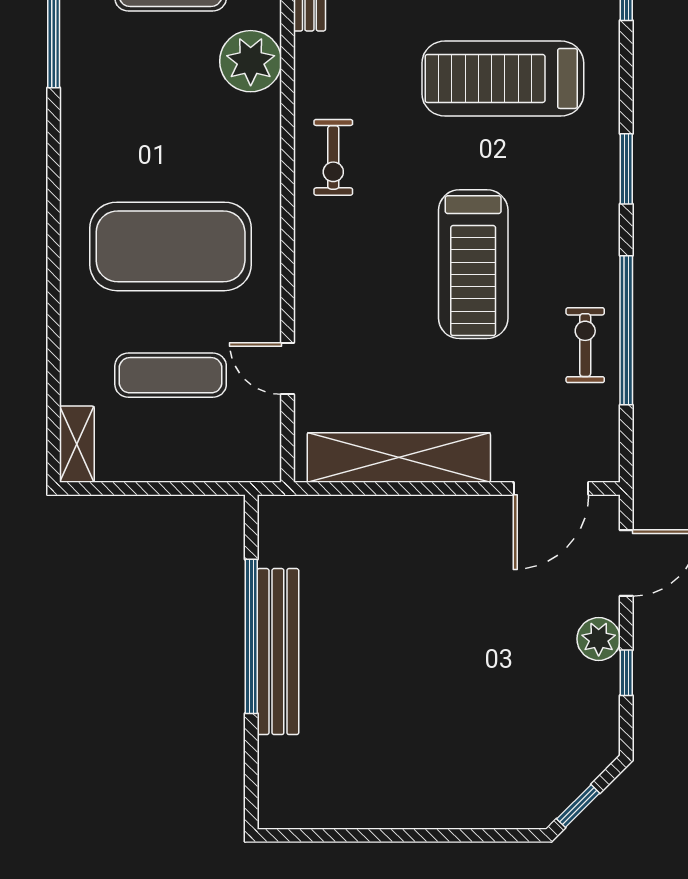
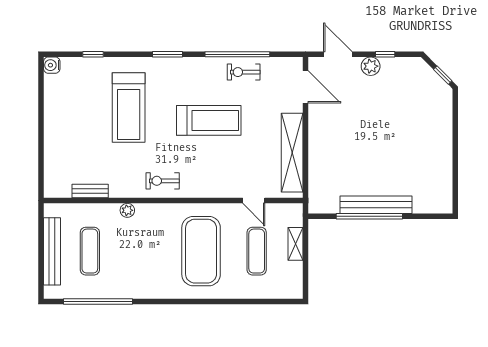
plant: (251, 61) -> (127, 210), width x0.53, depth x0.53
exercise bike: (333, 157) -> (163, 181), turned 180
door: (287, 369) -> (254, 201), hinge flipped
shelving: (77, 444) -> (296, 244), moved, turned 90

